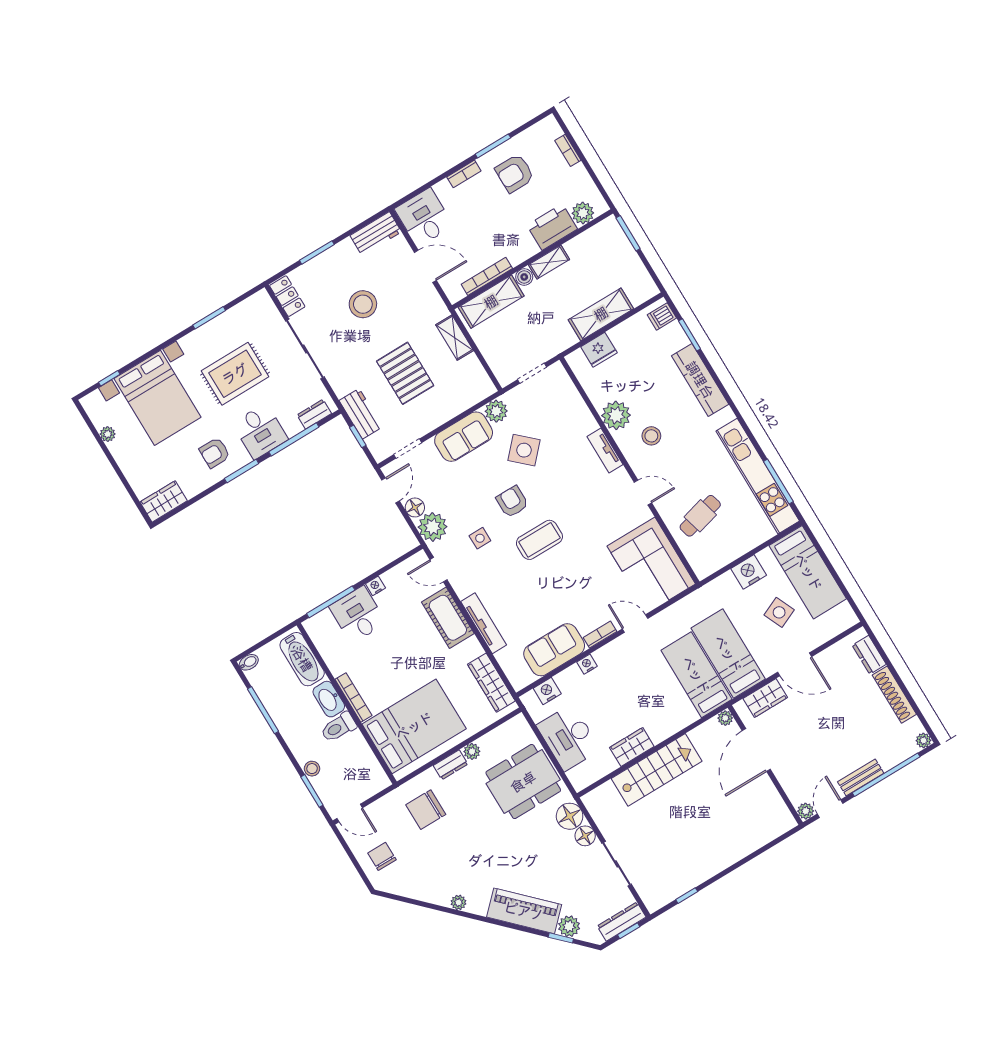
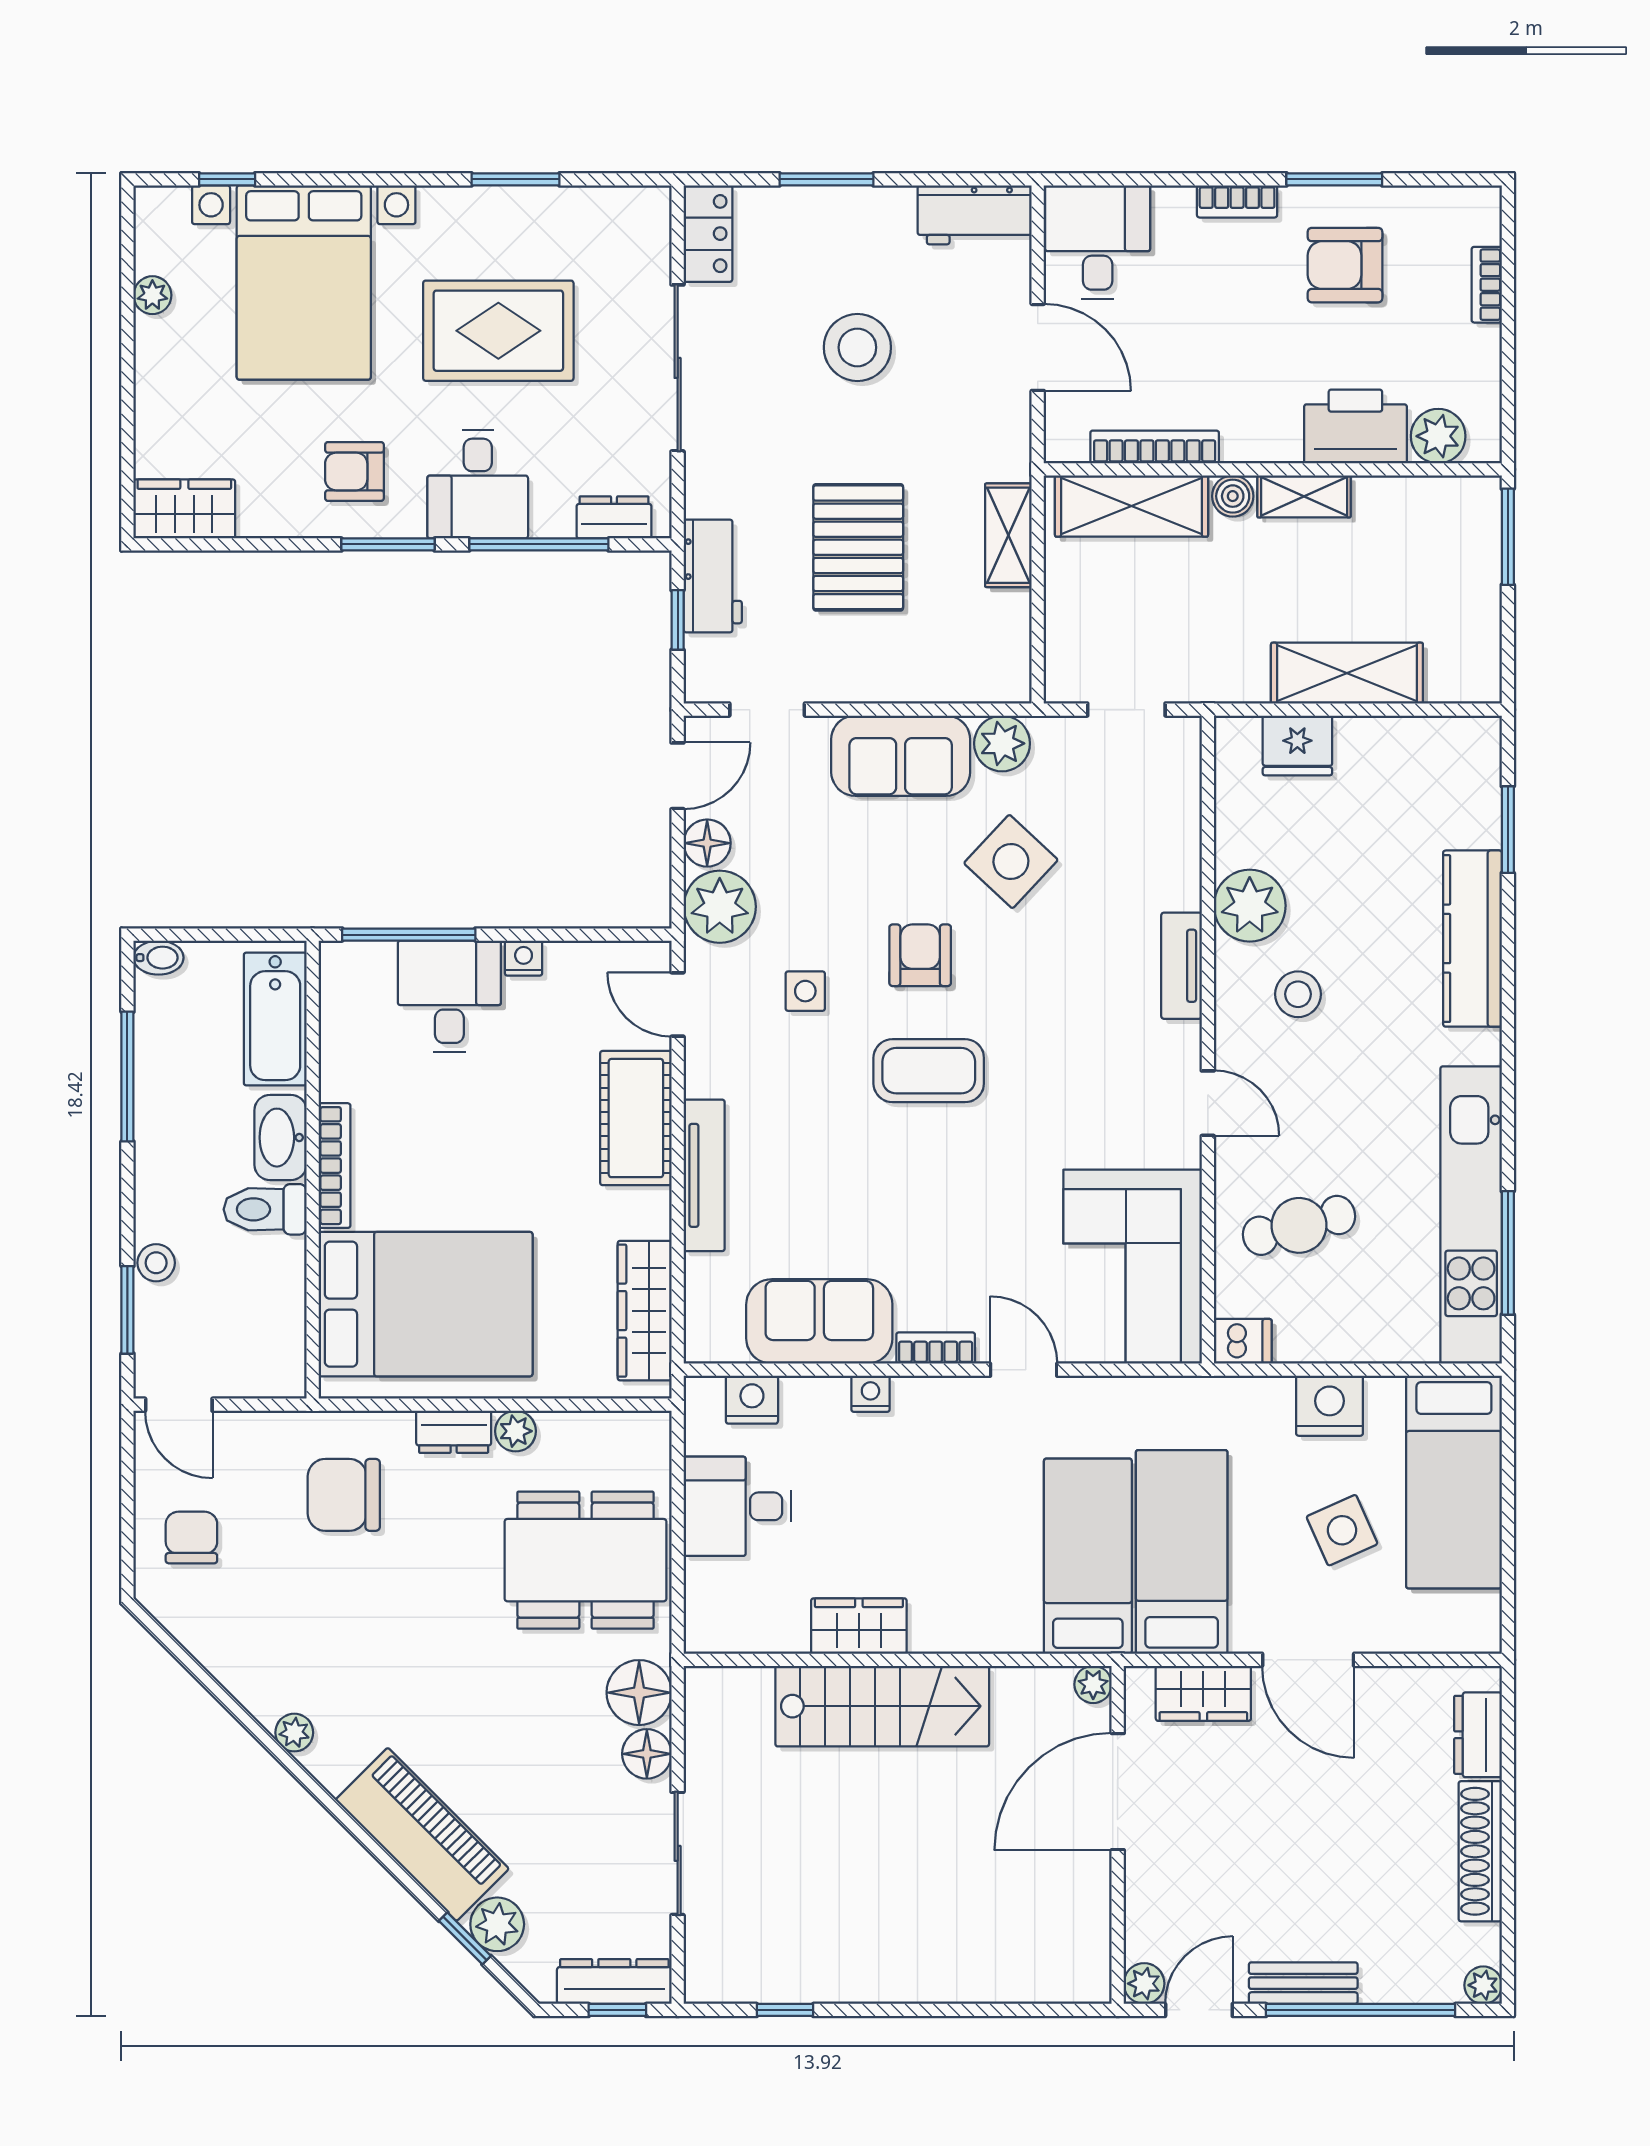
dishwasher: (662, 316) -> (1243, 1341), moved, turned 180
desk: (568, 737) -> (737, 1506), width x0.73

